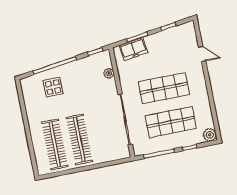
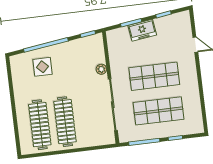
freezer: (133, 49) -> (142, 30), moved
plant: (109, 73) -> (101, 69), moved
plant: (210, 135) -> (197, 127), removed

